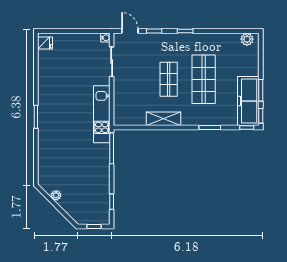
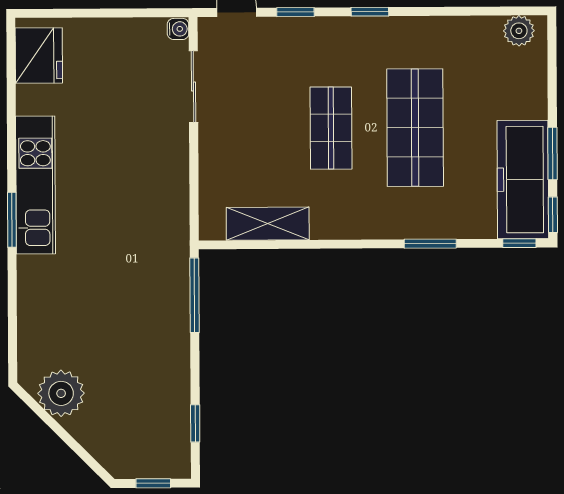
fridge: (45, 43) -> (39, 56), width x1.88, depth x1.34
kitchen unit: (102, 114) -> (36, 185), moved, turned 180
shelving: (164, 119) -> (268, 224), moved
plant: (56, 195) -> (61, 393), width x1.87, depth x1.87

